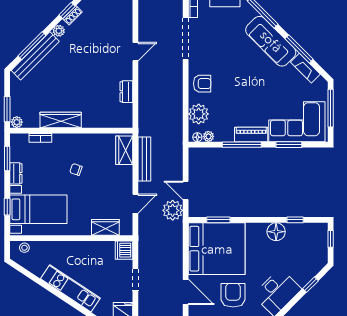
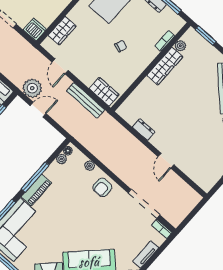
plant: (199, 114) -> (90, 166), width x0.53, depth x0.53
plant: (17, 122) -> (180, 46), moved

